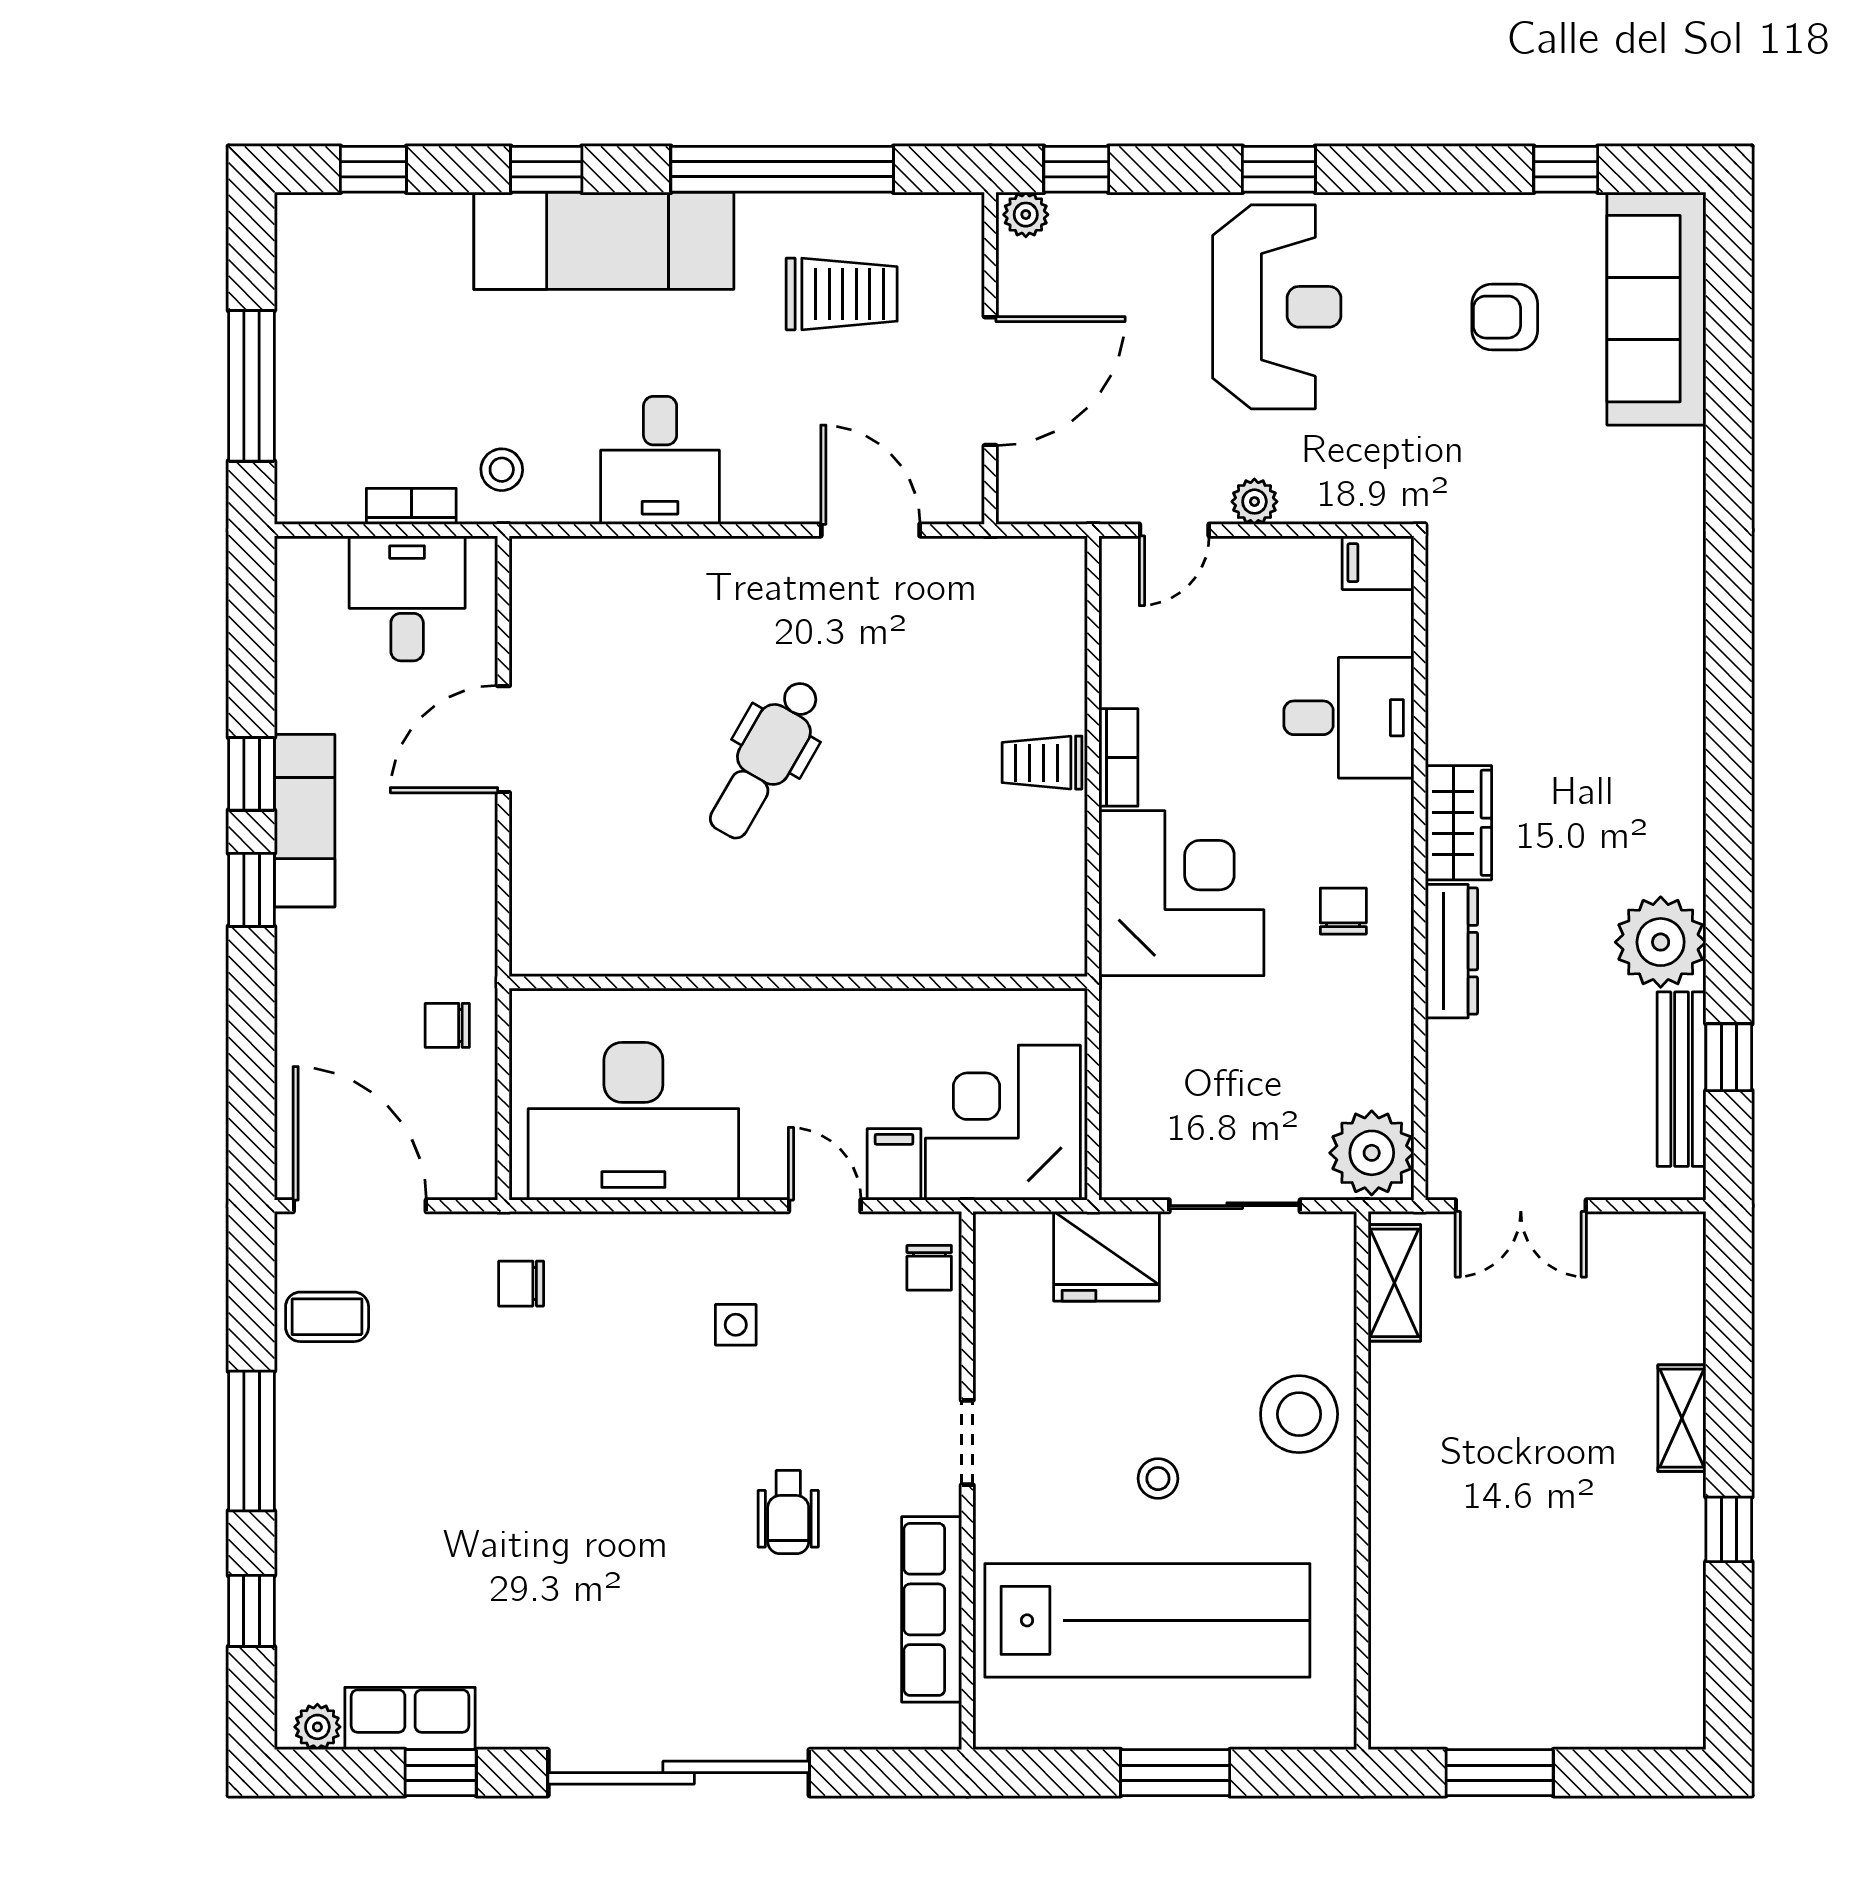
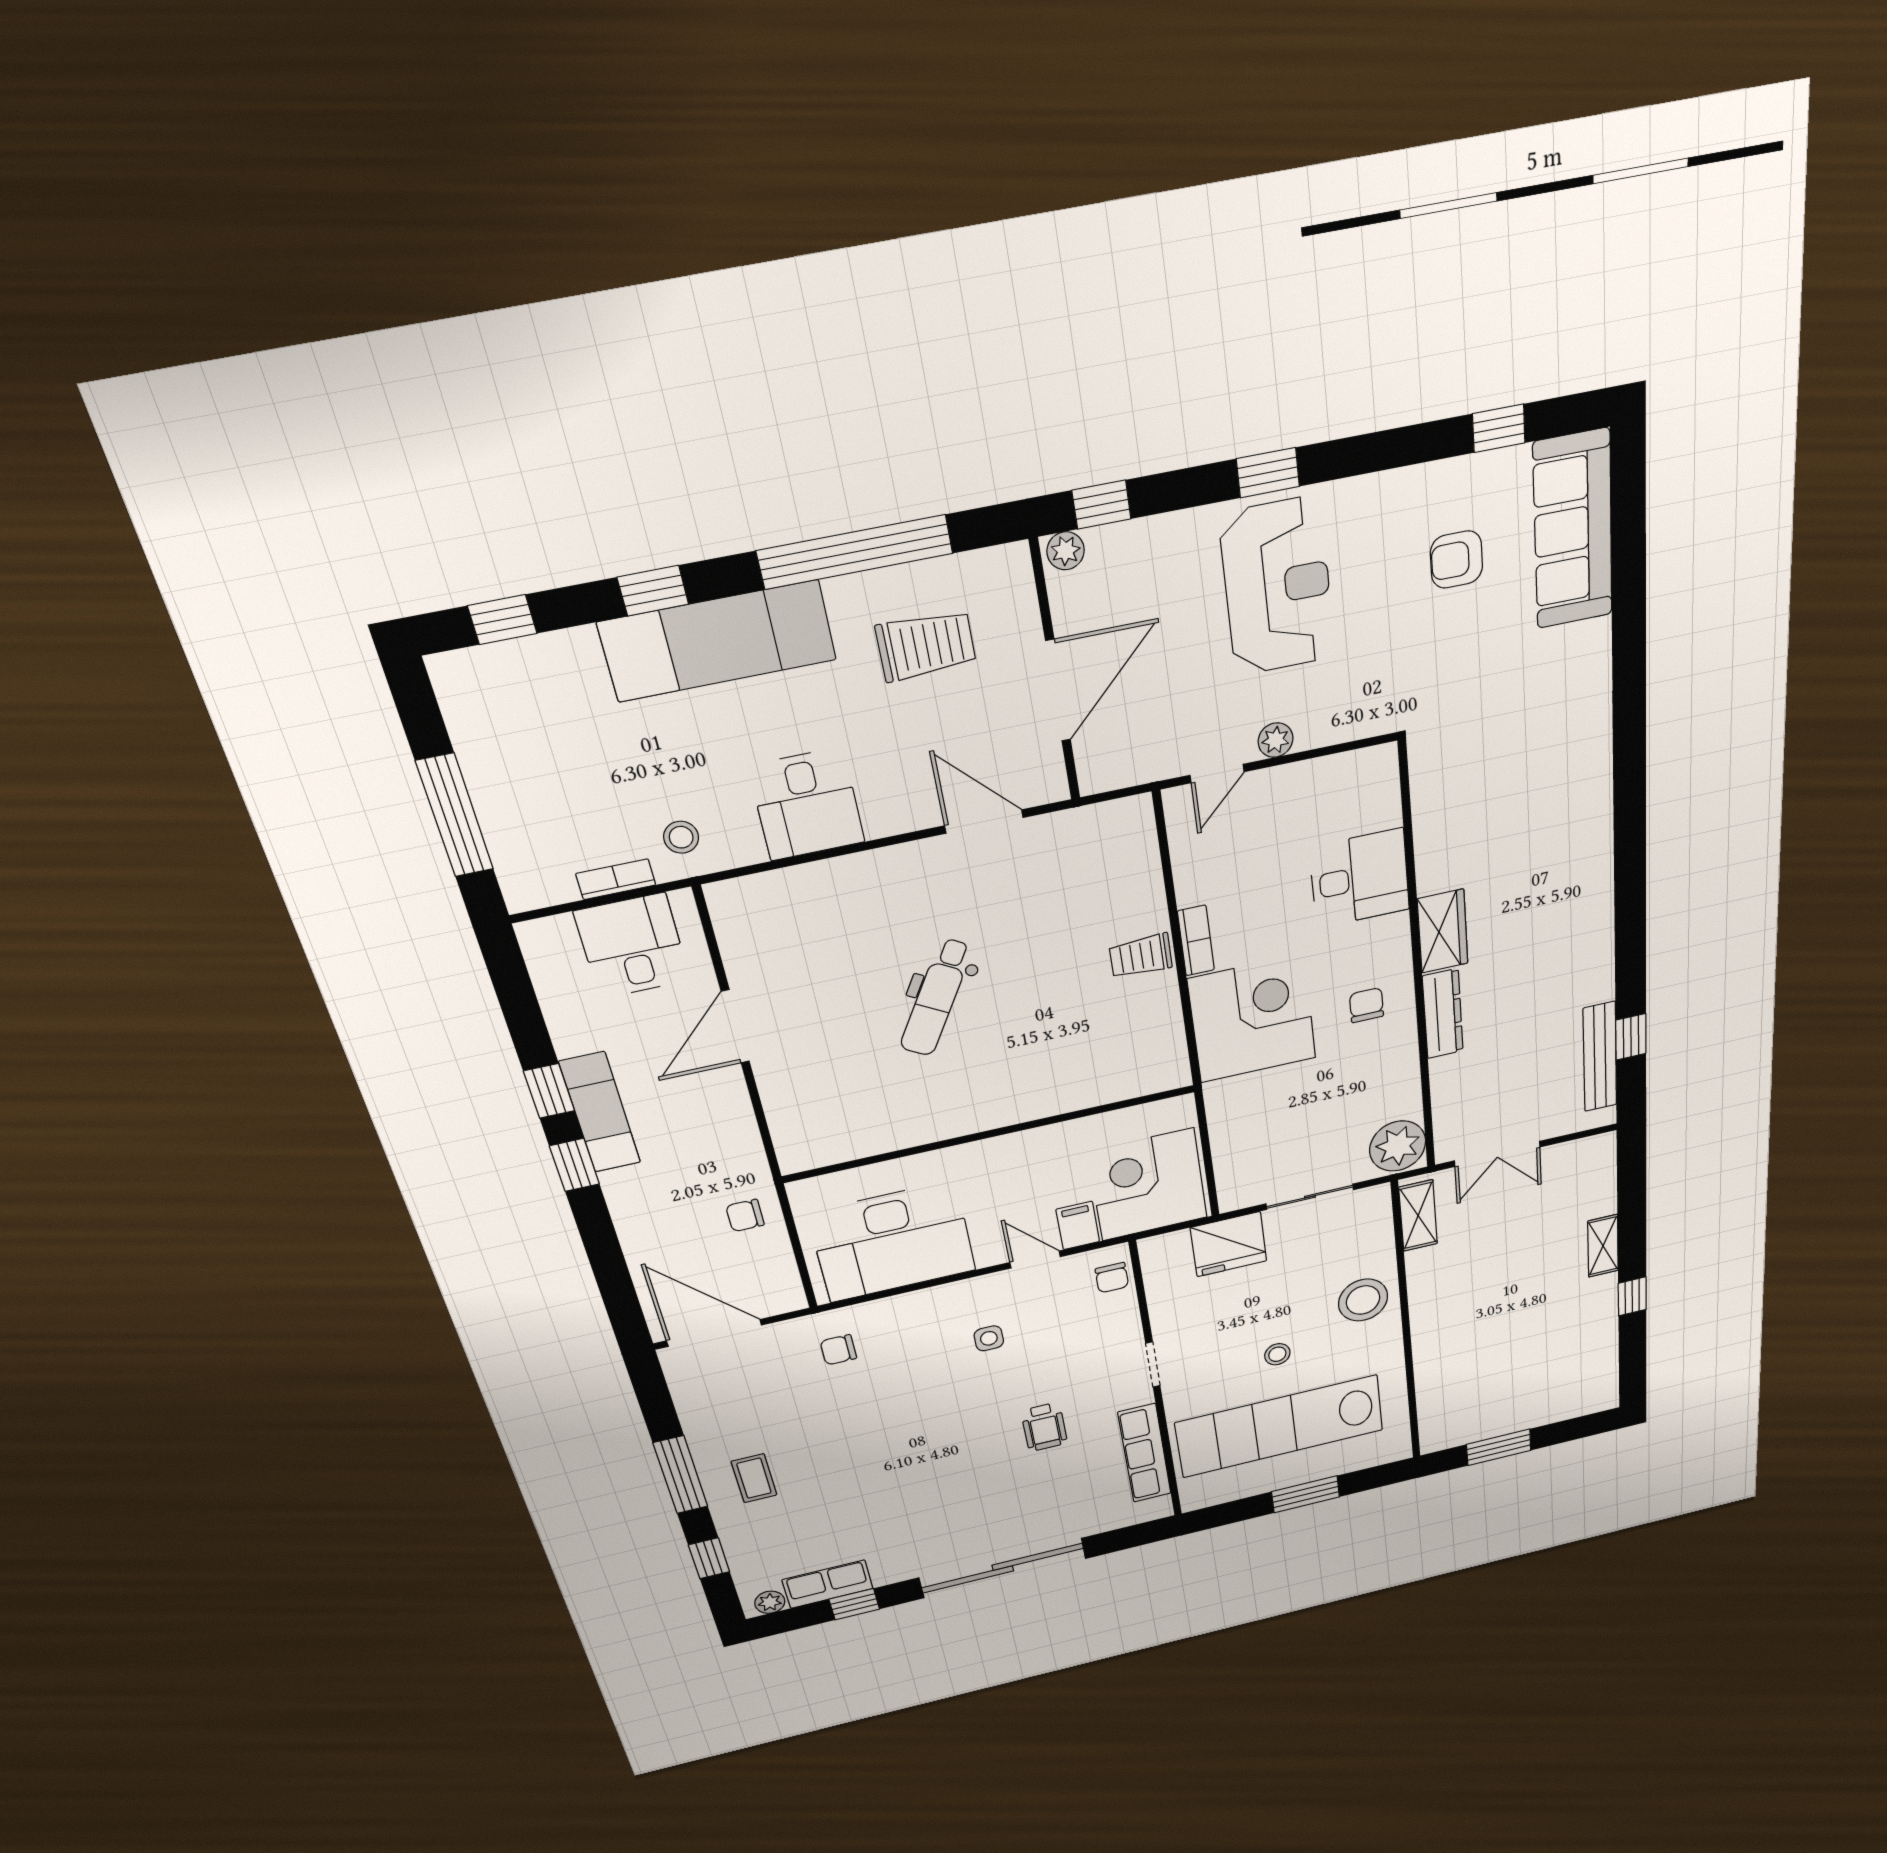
filing cabinet: (1378, 563) -> (1372, 765), removed
plant: (1661, 942) -> (1585, 977), removed
coffee table: (327, 1317) -> (754, 1478), moved, turned 90
lab bench: (1147, 1620) -> (1280, 1426), turned 180

